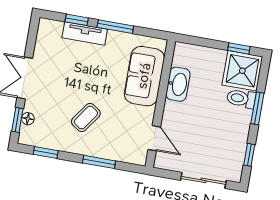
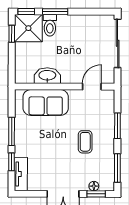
tv unit: (85, 33) -> (21, 174), moved
coffee table: (86, 118) -> (85, 142), turned 55
window: (46, 153) -> (117, 168), width x1.50
window: (249, 155) -> (26, 11), moved
sliding door: (203, 180) -> (118, 43), width x1.37

